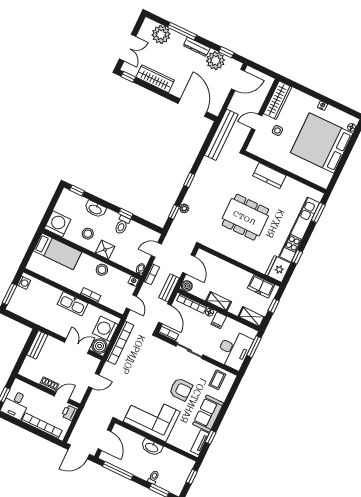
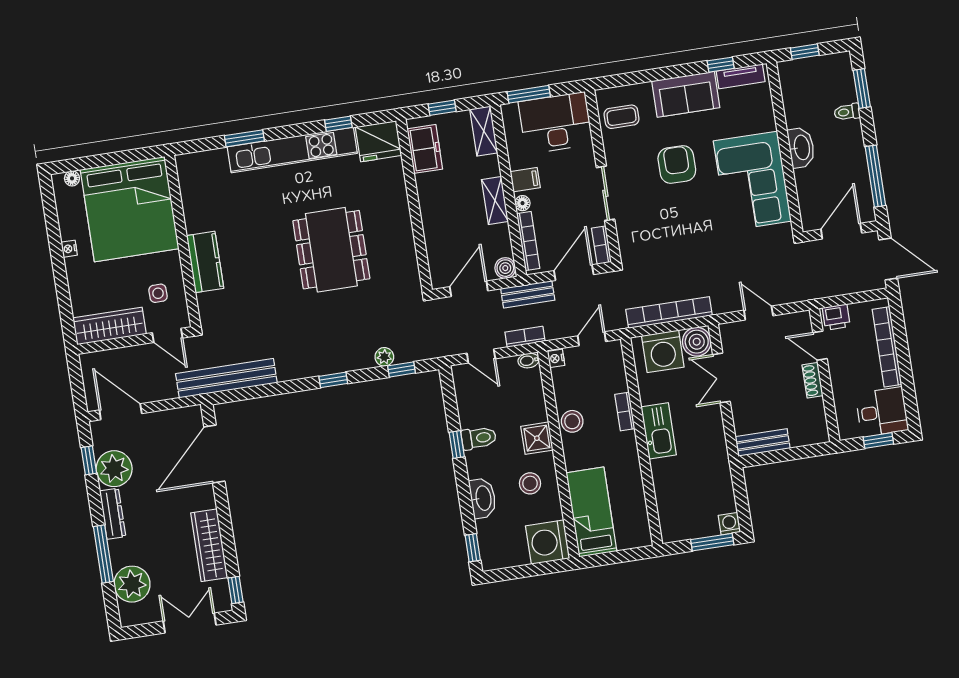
wall: (285, 172) -> (183, 241), moved
kitchen counter: (269, 176) -> (205, 262), moved
washing machine: (24, 283) -> (729, 524), moved

